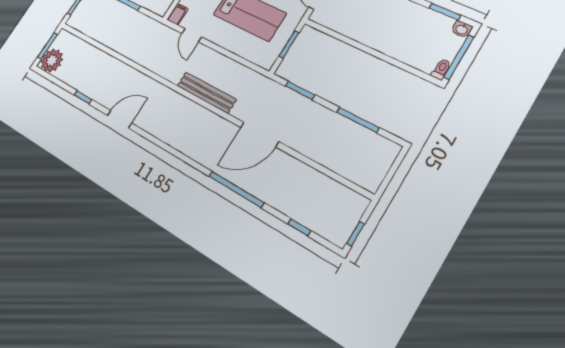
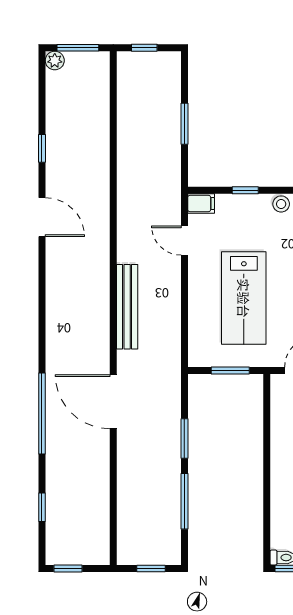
door: (192, 35) -> (184, 240), hinge flipped
plant: (52, 61) -> (55, 61), width x0.53, depth x0.53
window: (300, 90) -> (184, 438), moved
window: (393, 170) -> (151, 569), added

